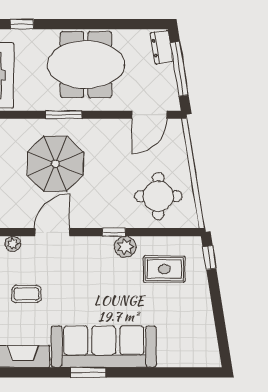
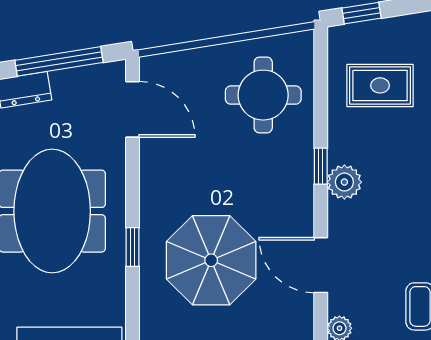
window: (64, 115) -> (133, 247), width x0.67
plant: (125, 247) -> (344, 182), moved
rug: (164, 269) -> (380, 85), turned 90

